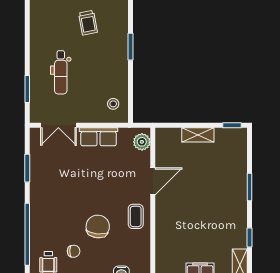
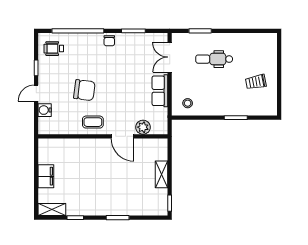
plant: (142, 142) -> (143, 127), moved
chair: (74, 251) -> (109, 41), moved

